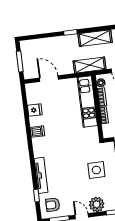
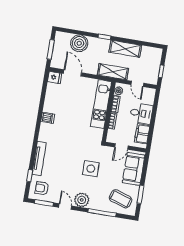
boiler: (47, 47) -> (79, 43), added
fridge: (35, 110) -> (55, 77), moved

